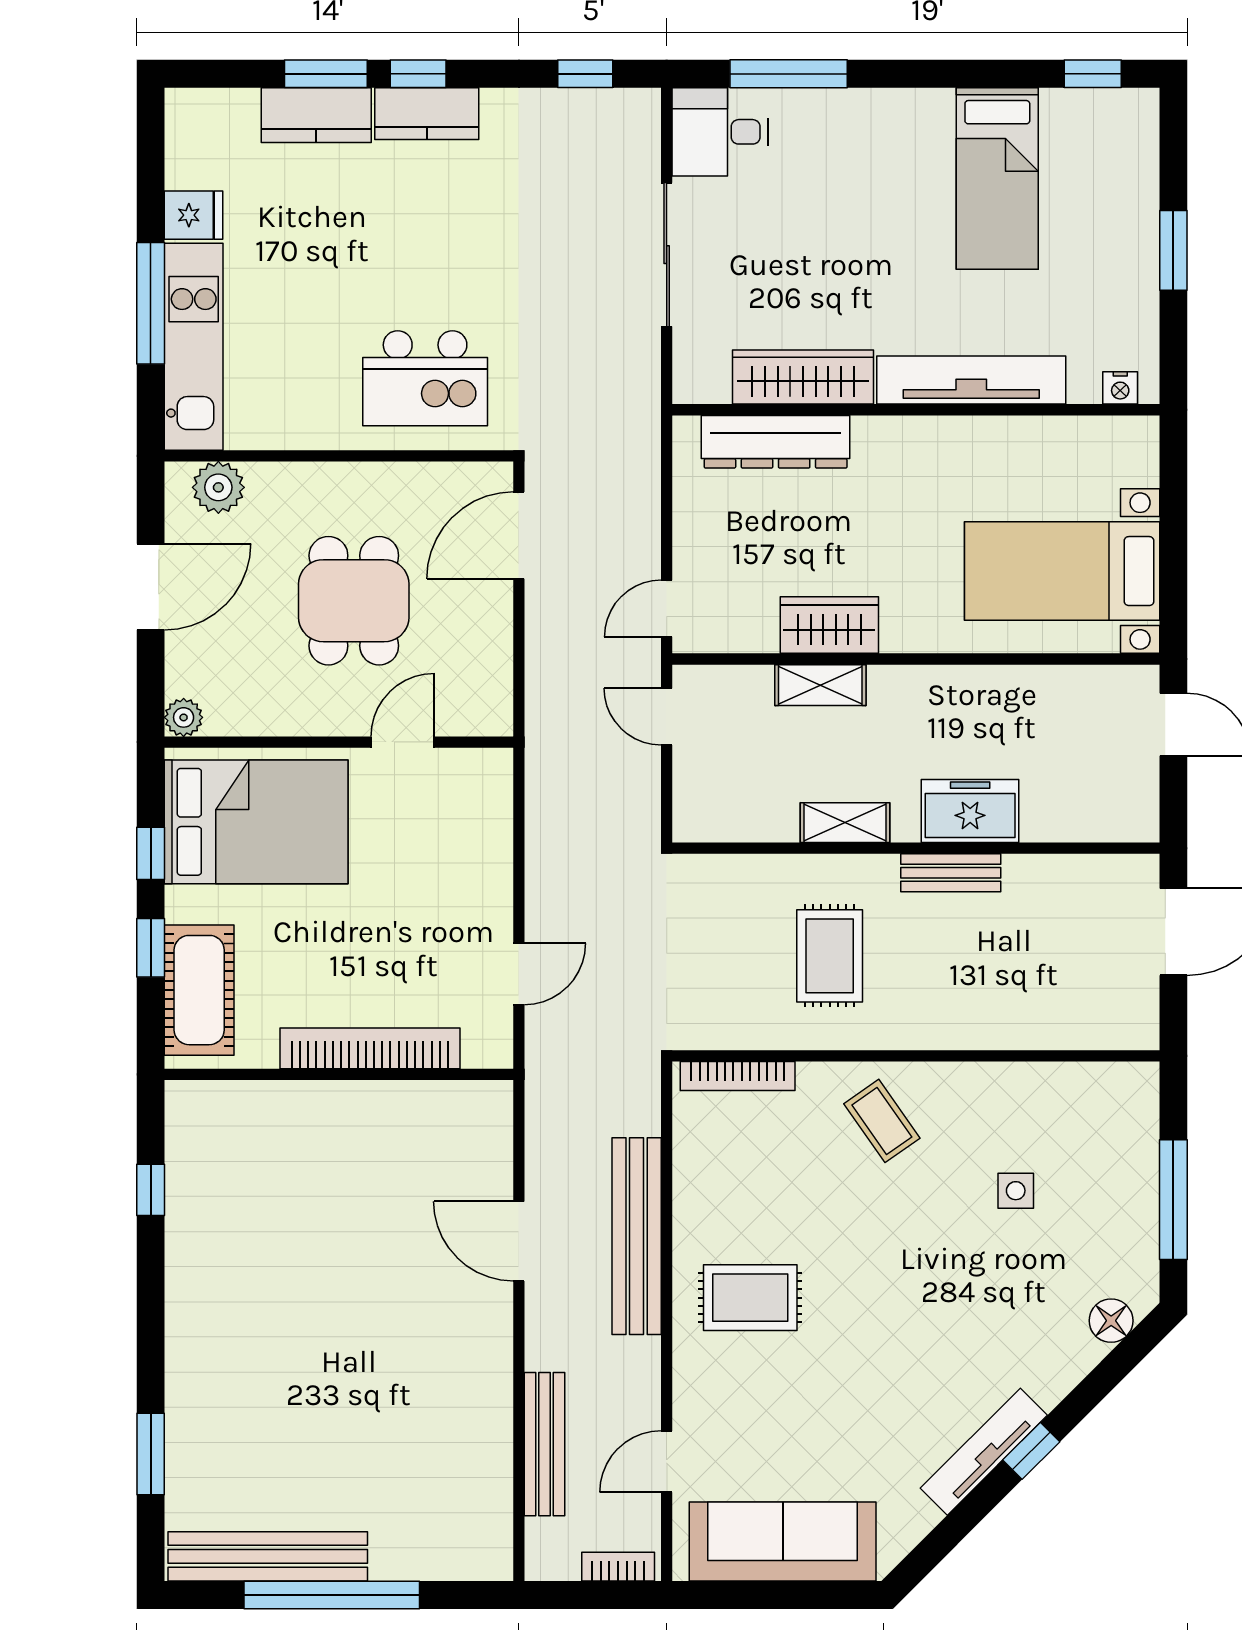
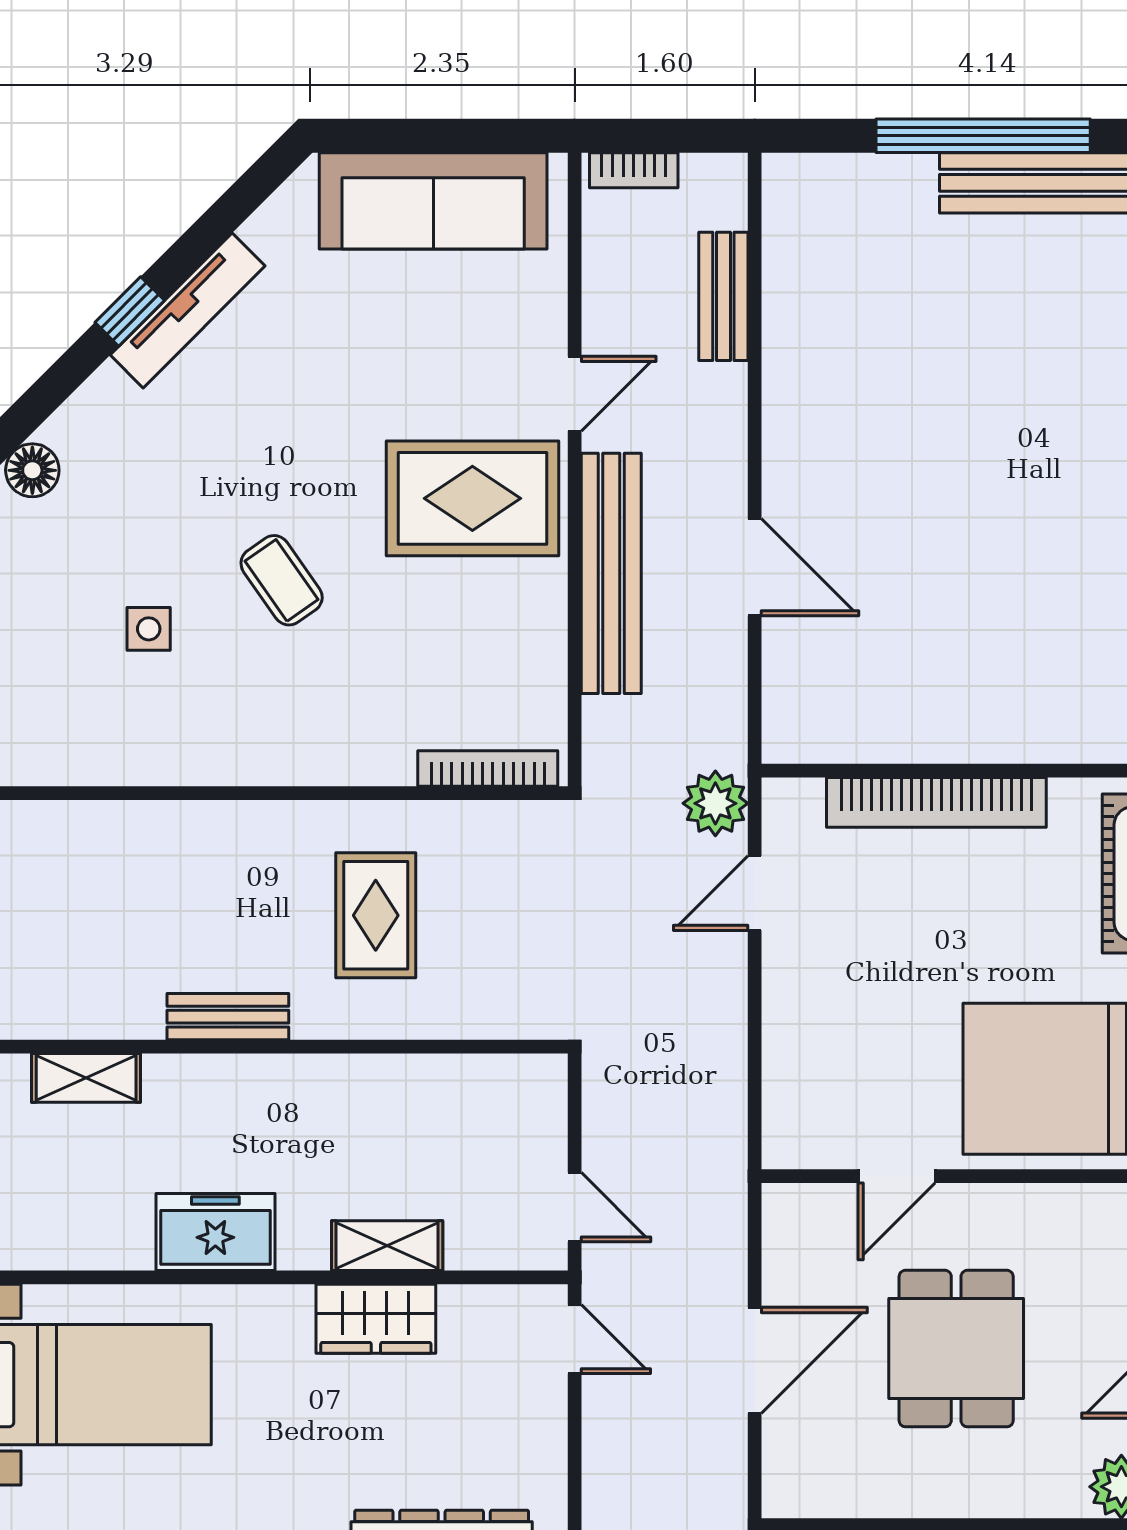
door: (519, 535) -> (755, 1360), moved
door: (667, 608) -> (575, 1339), hinge flipped
freezer: (970, 811) -> (215, 1232), moved, turned 180
shelving: (845, 823) -> (86, 1078), moved
plant: (551, 1048) -> (715, 803), added
coffee table: (882, 1121) -> (282, 580), moved
rug: (750, 1298) -> (472, 498), width x1.36, depth x1.43
bench: (545, 1444) -> (723, 296), width x0.73
door: (667, 1462) -> (575, 394), moved

